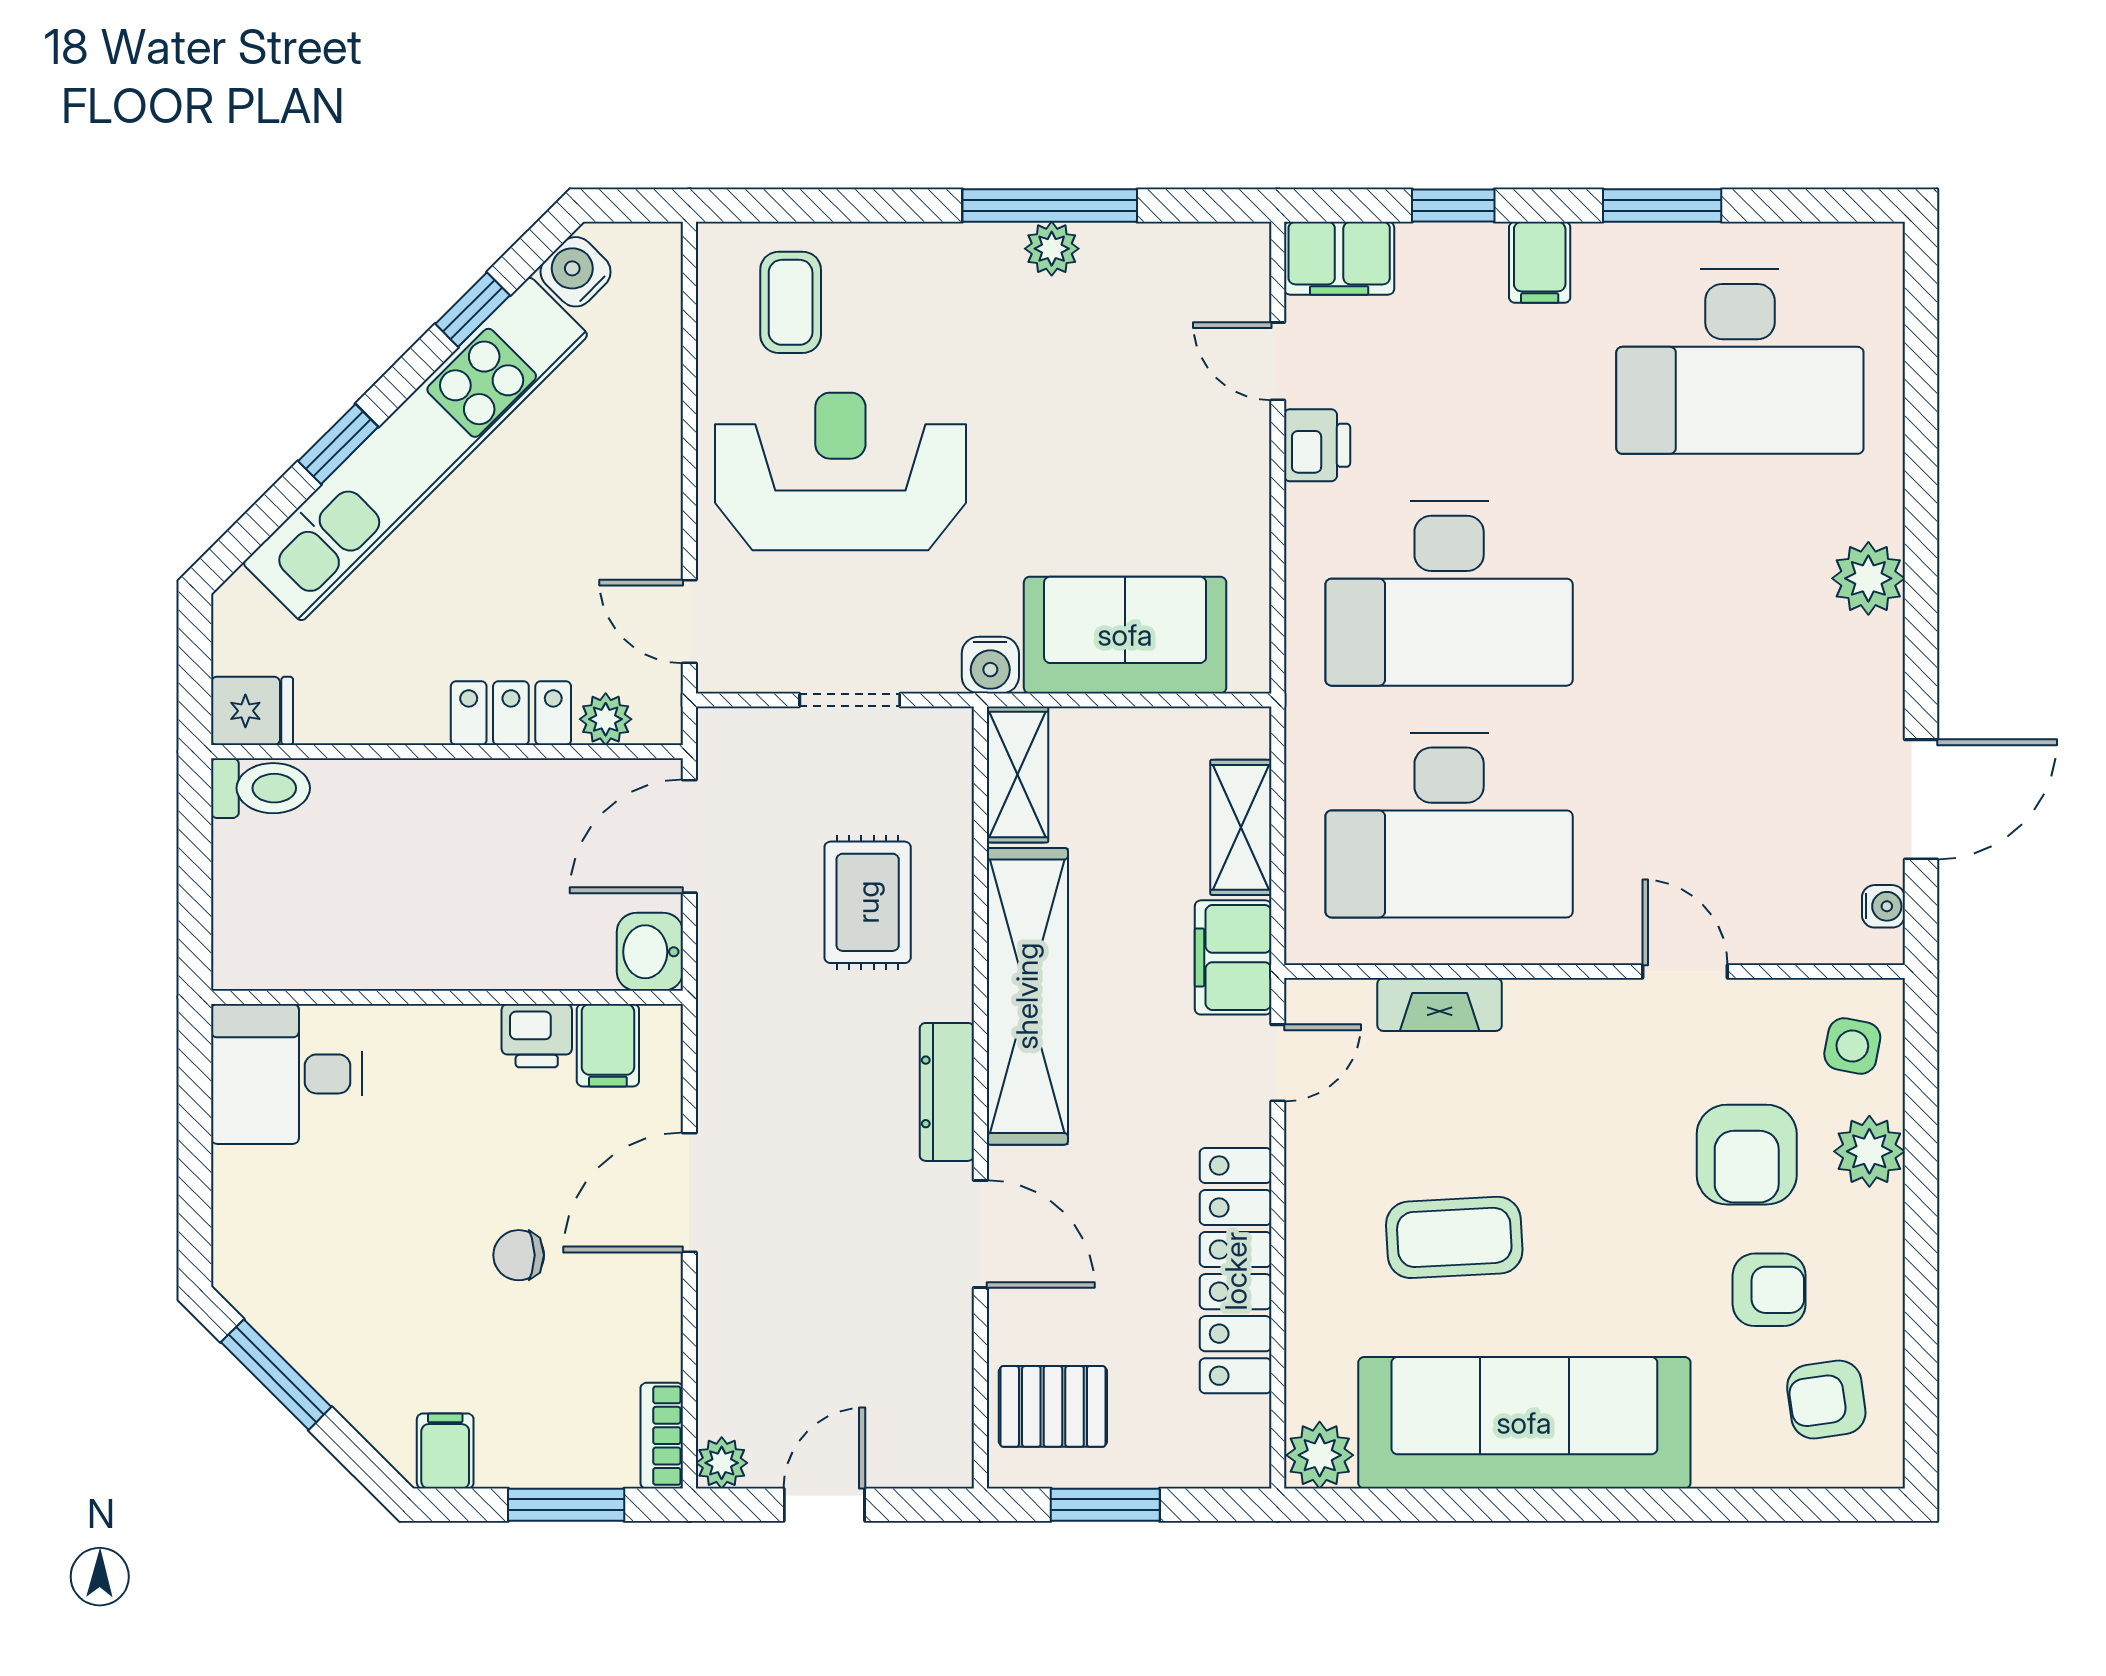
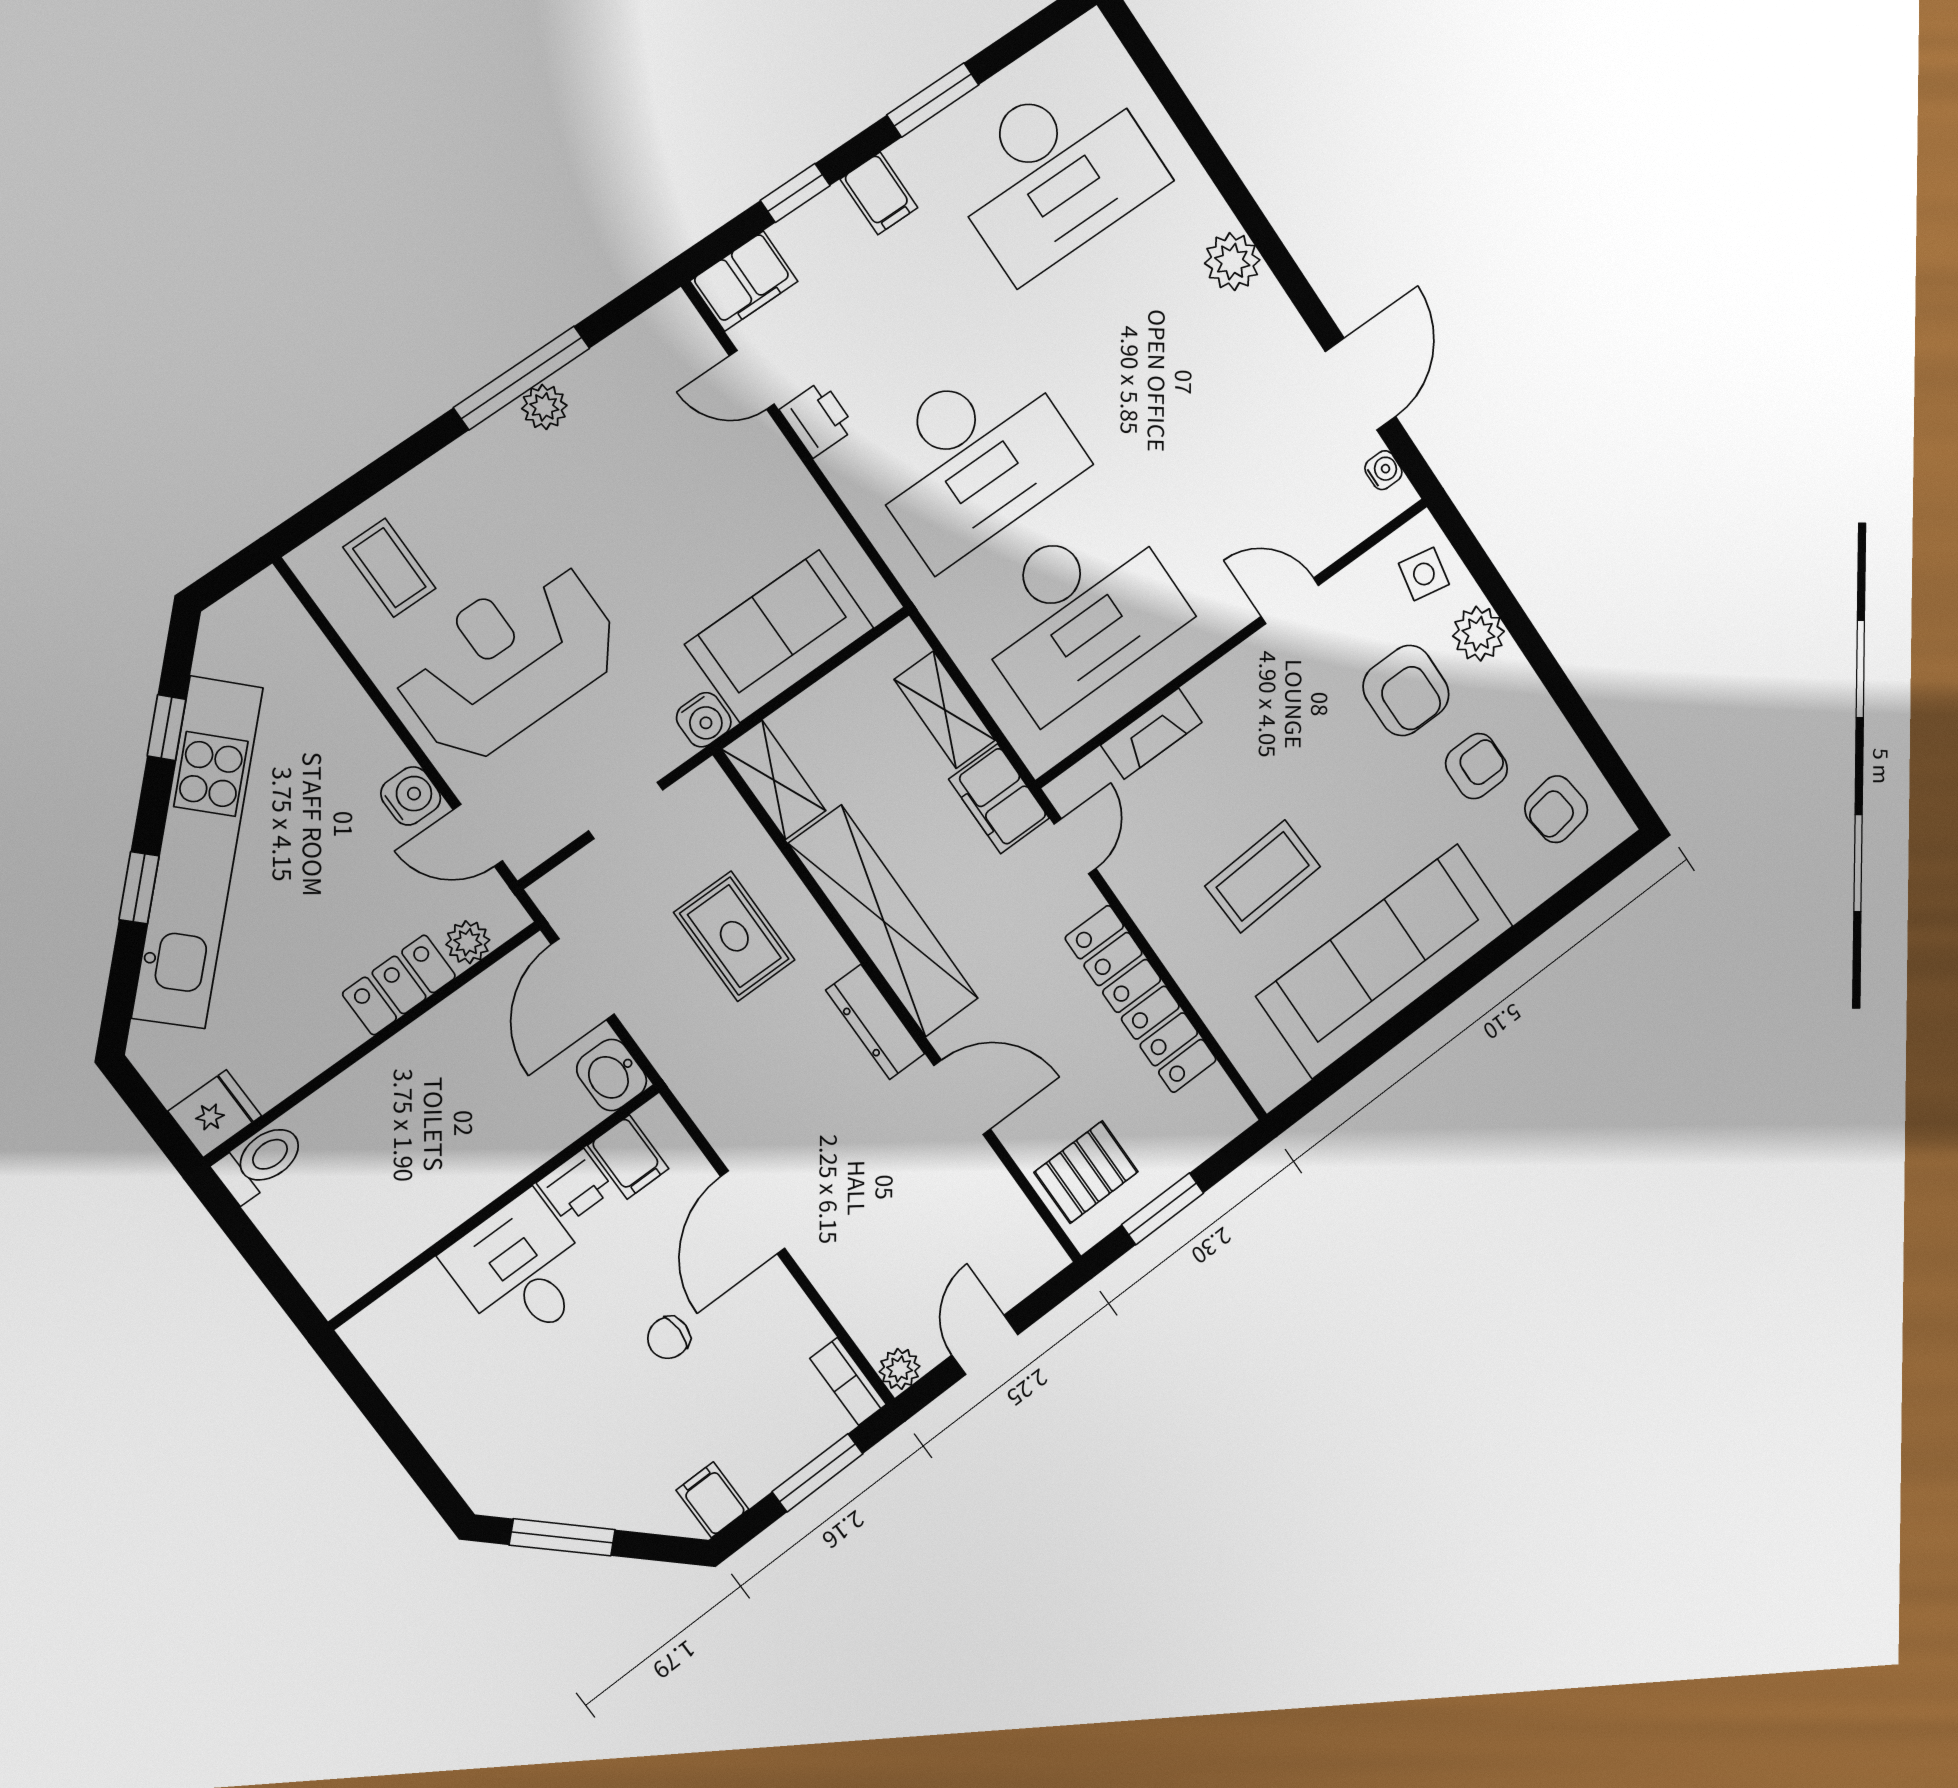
water cooler: (576, 272) -> (411, 796), moved, turned 135
desk: (287, 1074) -> (521, 1270), moved, turned 90
plant: (1320, 1455) -> (1274, 1076), removed

